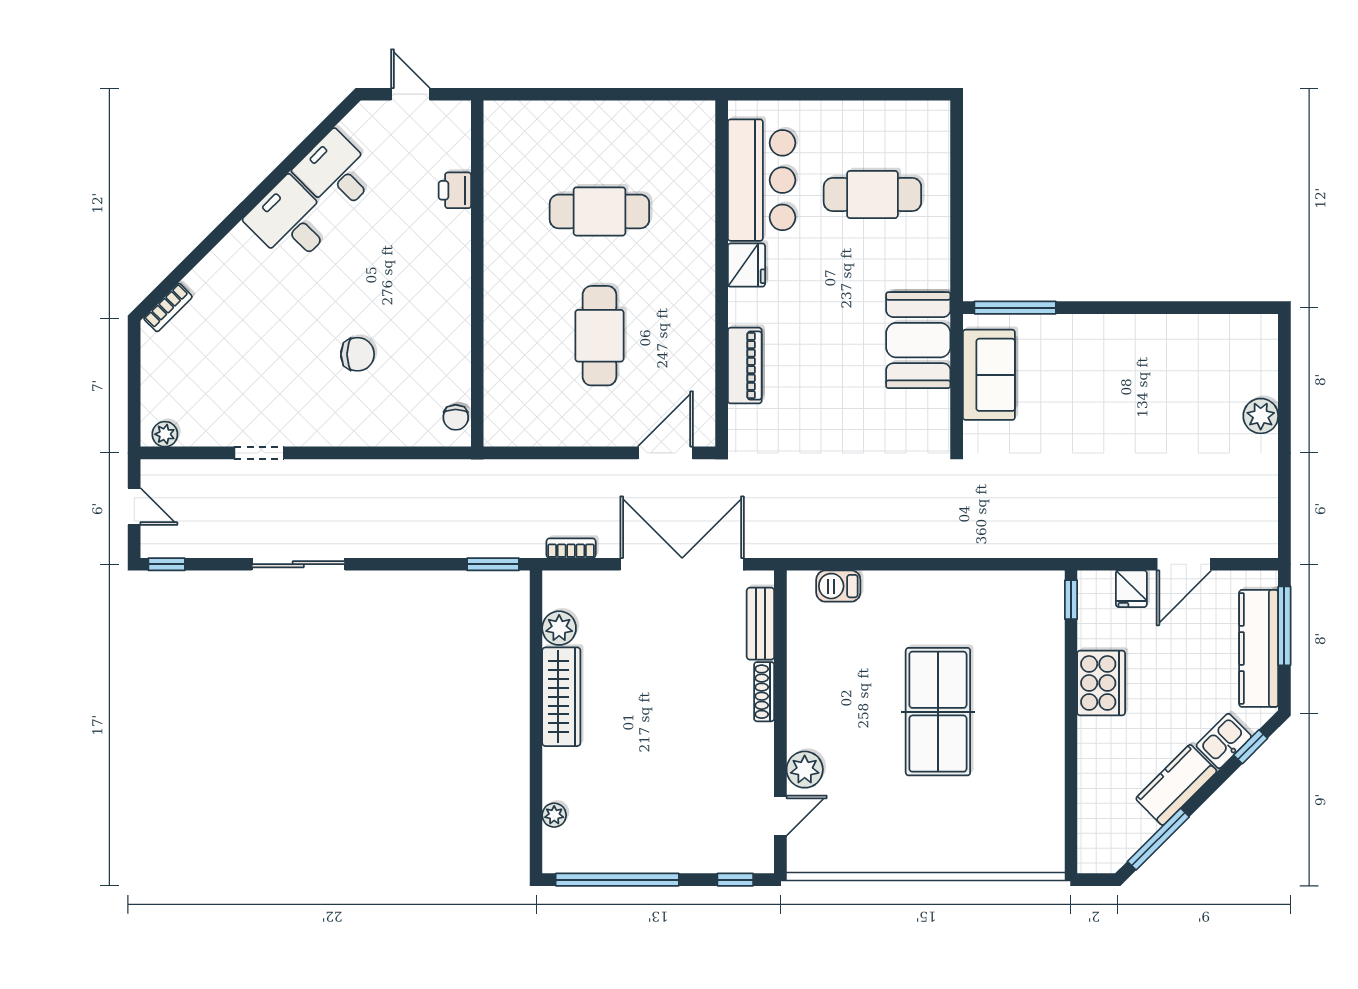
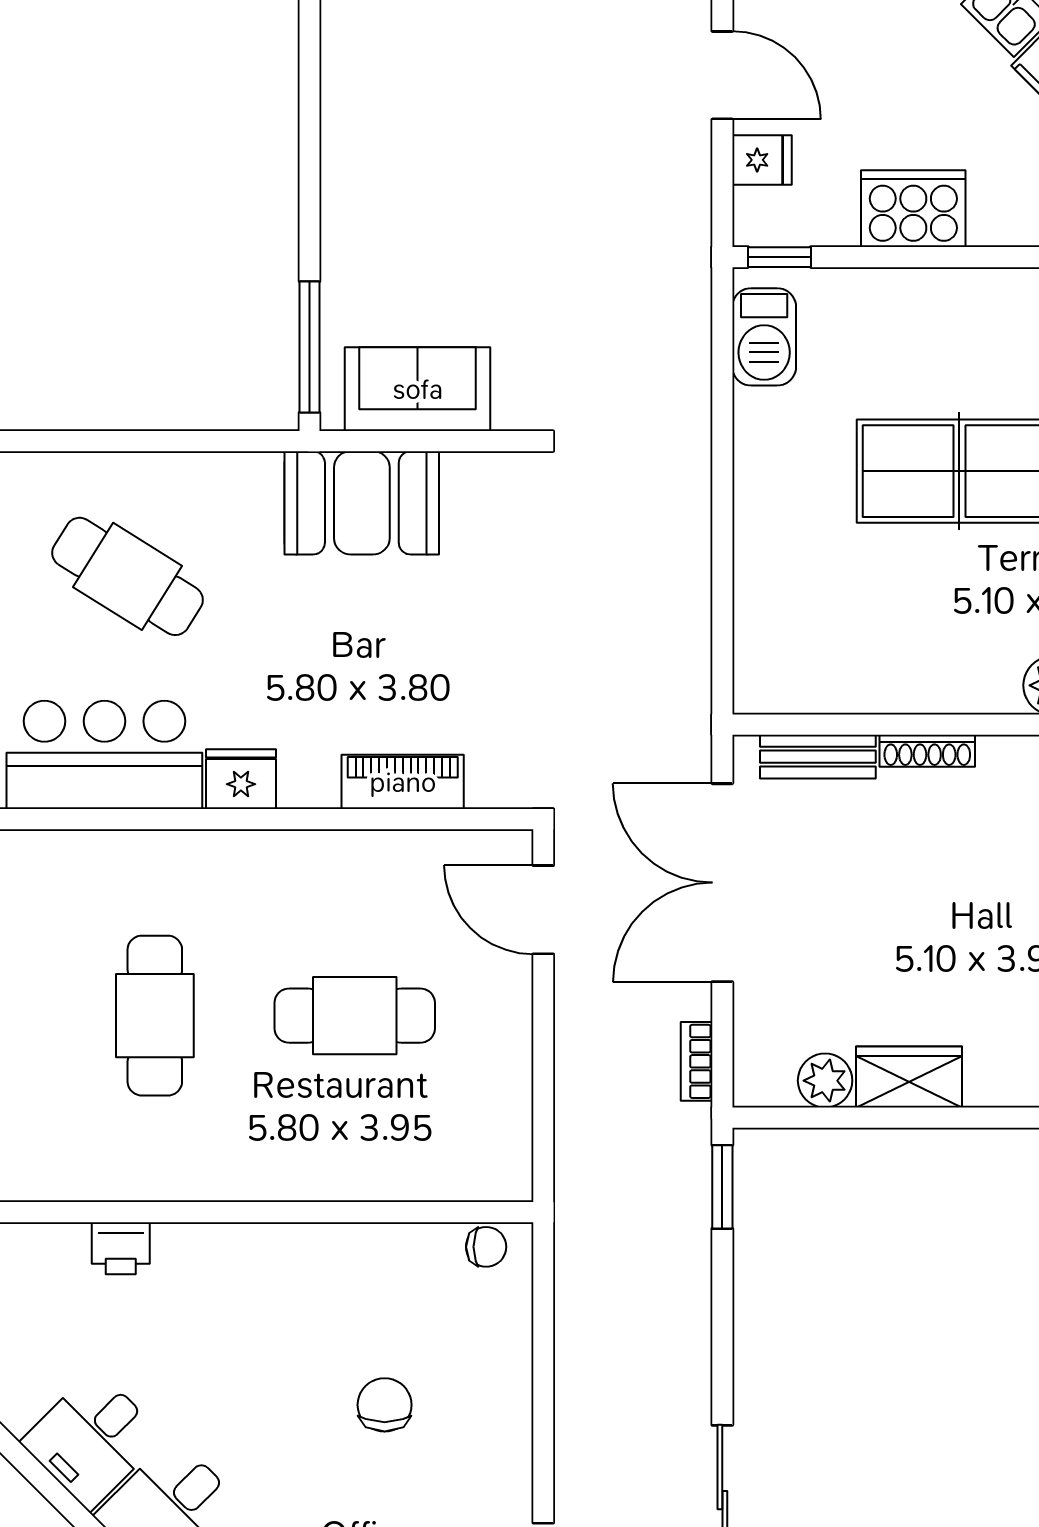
cafe table: (872, 194) -> (128, 576), turned -58
barbecue: (838, 586) -> (764, 337), moved, width x1.38, depth x1.27
wardrobe: (561, 697) -> (909, 1077), width x0.67

